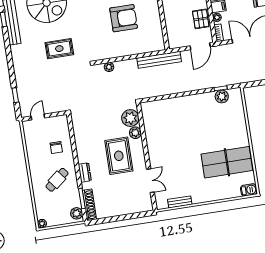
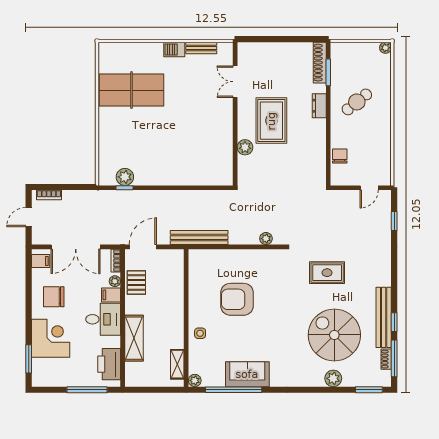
plant: (130, 118) -> (249, 167), removed
chair: (56, 147) -> (340, 156), moved
barbecue: (249, 190) -> (174, 49), moved
plant: (77, 213) -> (338, 54), removed

